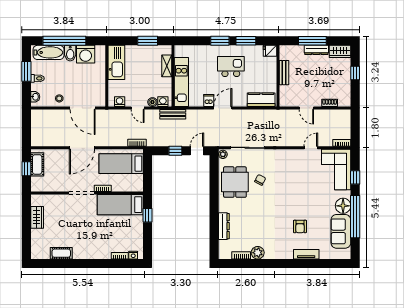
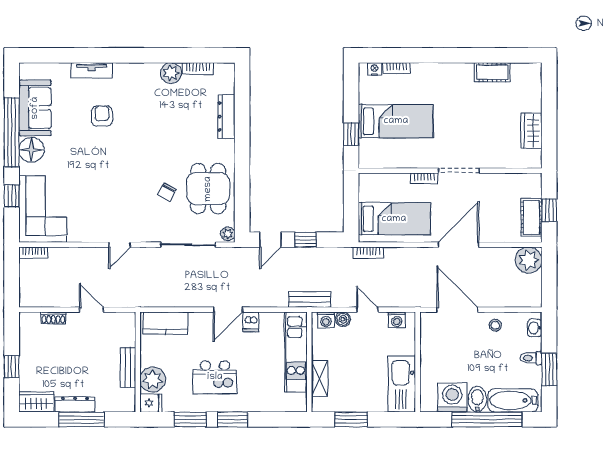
plant: (269, 65) -> (153, 380), added
plant: (39, 138) -> (529, 260), added
door: (311, 148) -> (120, 245), moved
bed: (120, 205) -> (396, 121), moved

